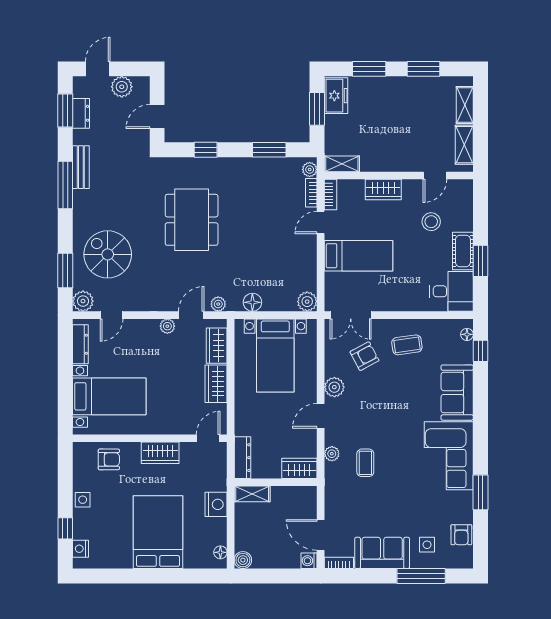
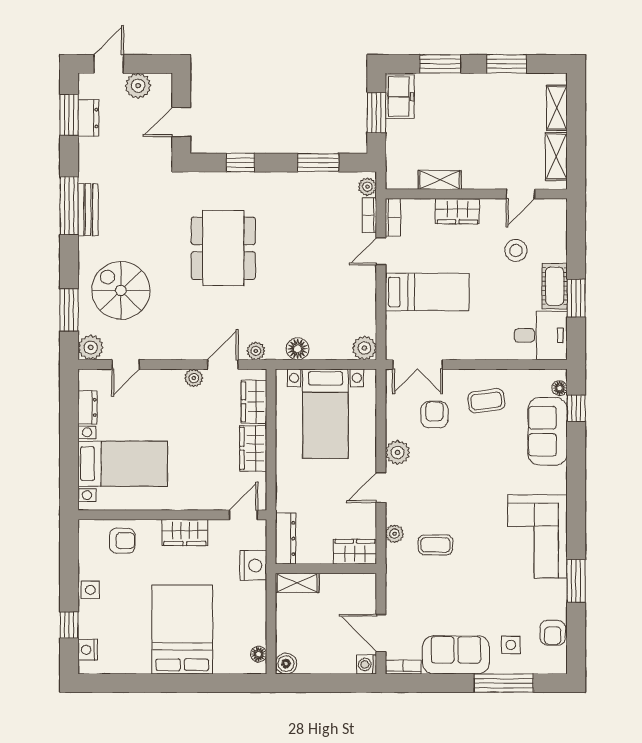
shelving: (342, 164) -> (440, 180), moved
bench: (81, 167) -> (88, 210), moved
dresser: (80, 344) -> (87, 407), width x0.70
armchair: (364, 356) -> (434, 415), turned -62
sofa: (457, 393) -> (548, 431), moved
coffee table: (365, 463) -> (435, 545), turned 90
nightstand: (216, 504) -> (253, 565), moved

